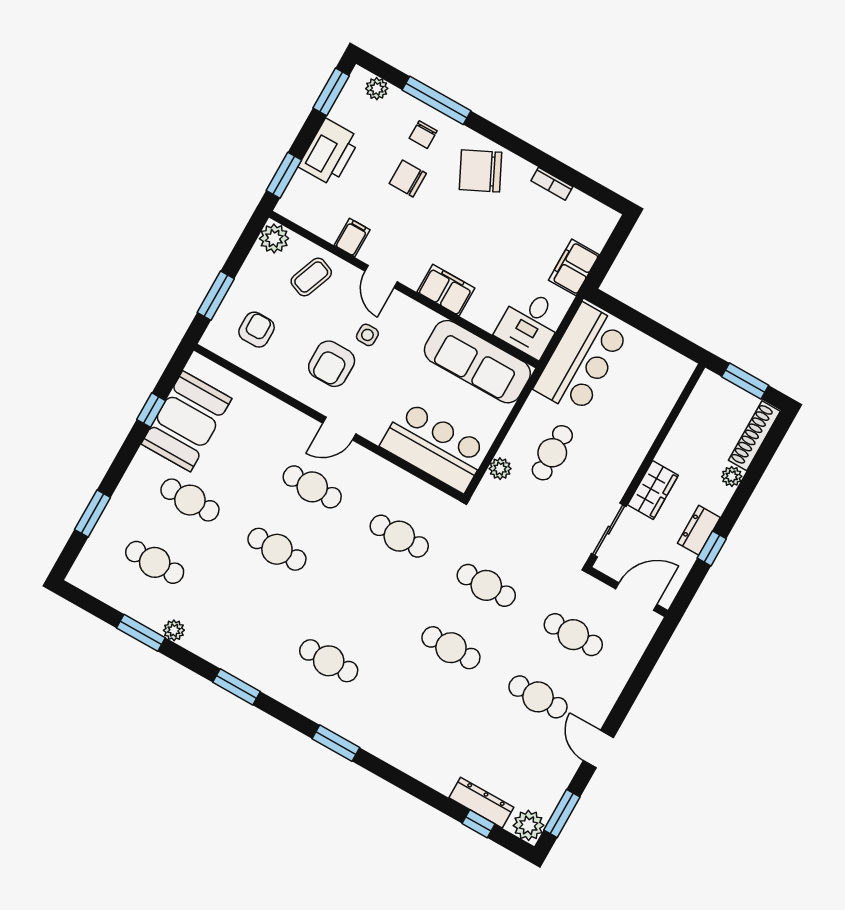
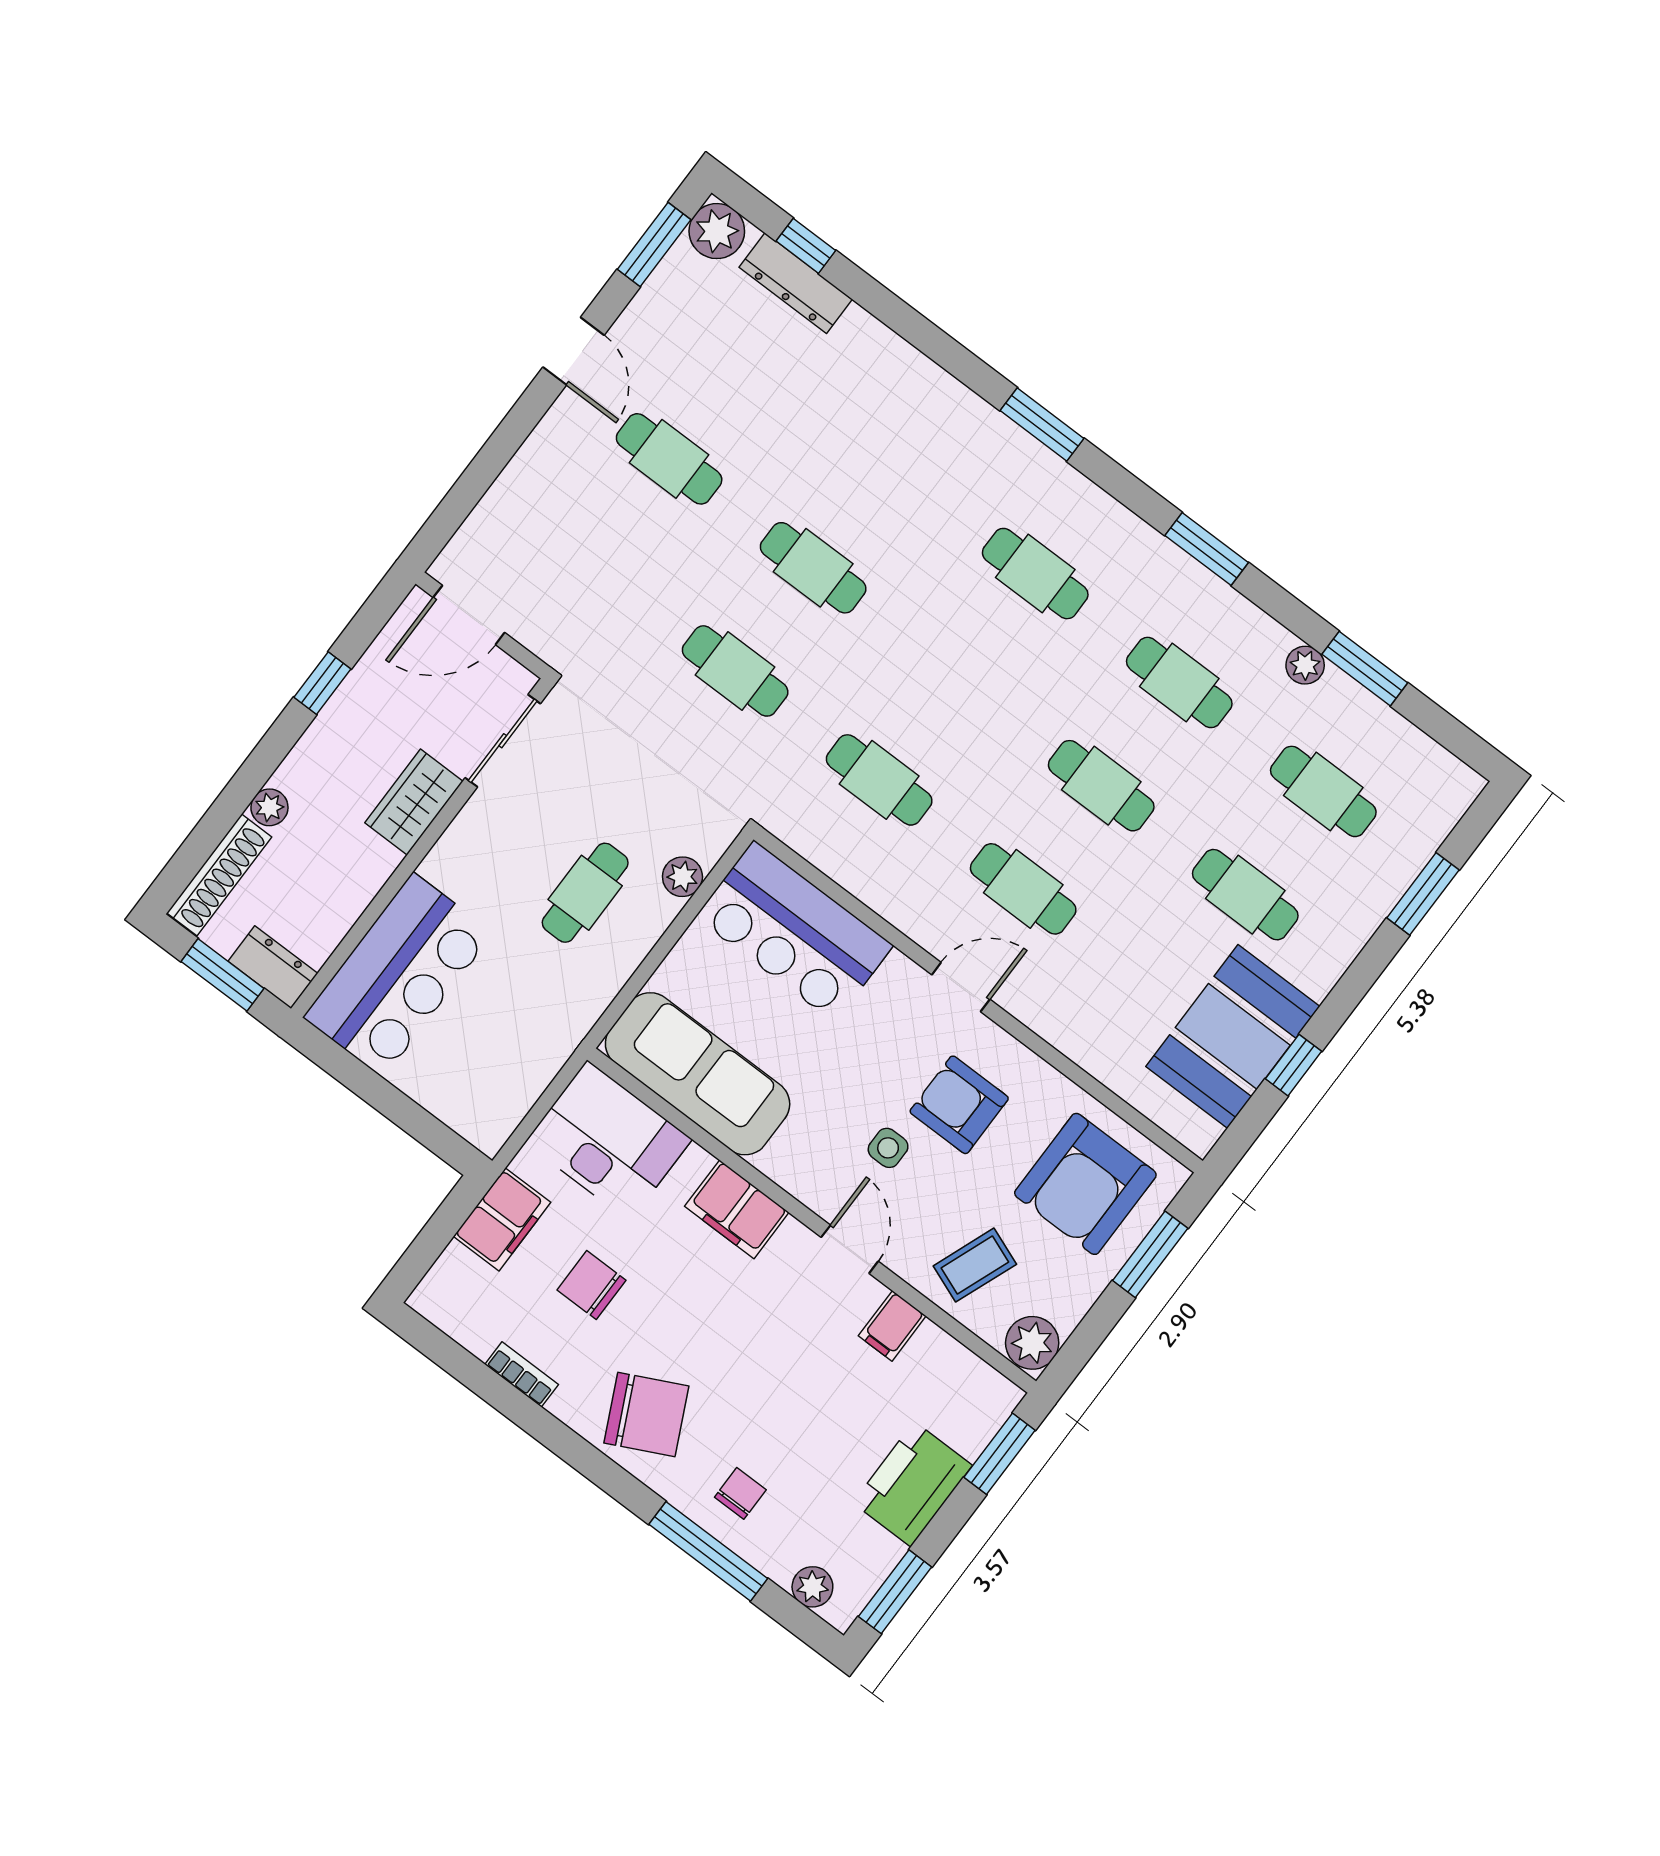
chair: (408, 178) -> (592, 1285), moved, turned 180
desk: (530, 323) -> (608, 1141), width x1.37
armchair: (257, 330) -> (1085, 1184), width x1.88, depth x1.88
bar counter: (582, 359) -> (398, 975), moved, turned 180
armchair: (332, 364) -> (959, 1105), turned -90
dresser: (699, 530) -> (273, 967), moved, turned -90
cafe table: (573, 635) -> (1179, 682), moved

